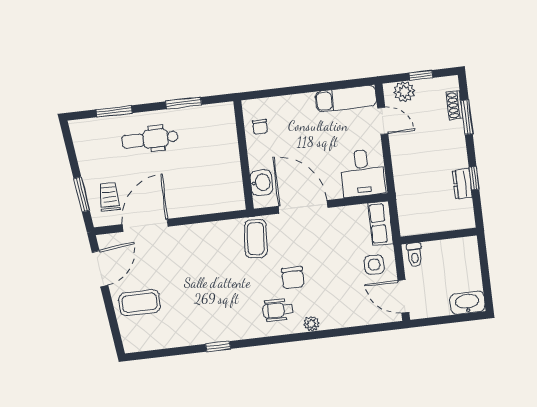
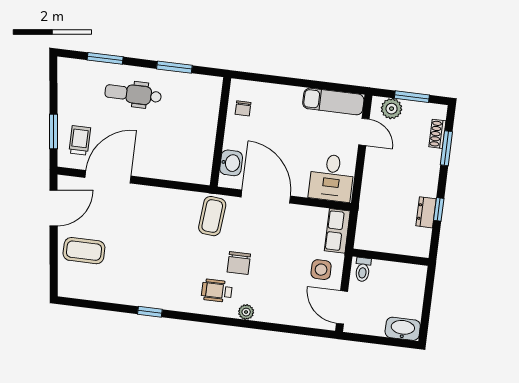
window: (421, 75) -> (412, 97), width x1.50

